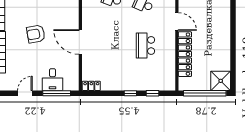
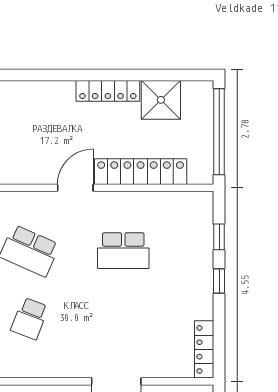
locker: (225, 38) -> (108, 91), added
shower: (221, 81) -> (161, 100), moved
locker: (91, 86) -> (204, 349), width x1.53

